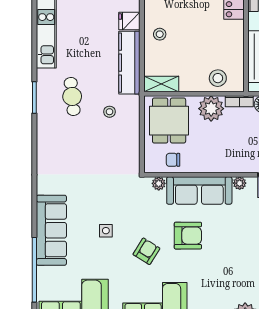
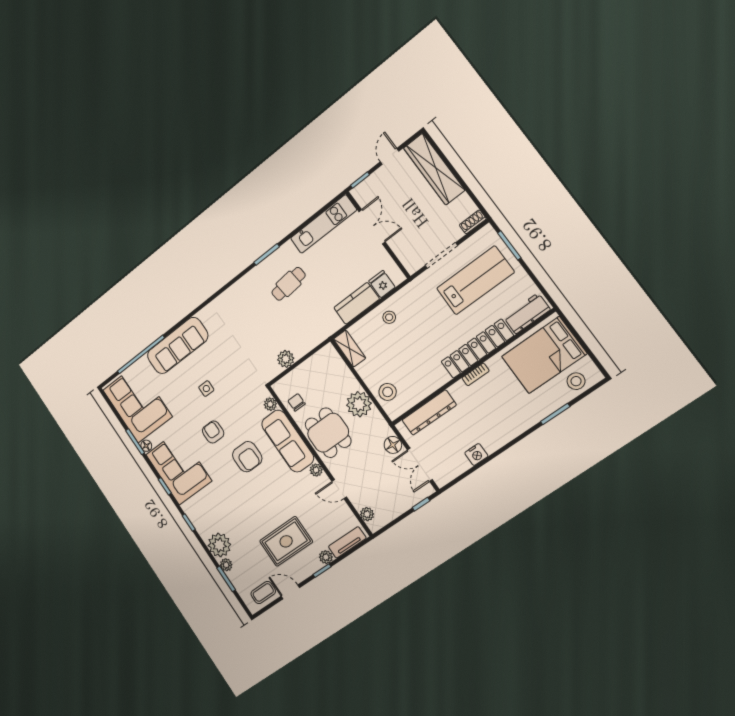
kitchen counter: (129, 63) -> (357, 303), width x0.67
bookcase: (239, 101) -> (381, 423), removed
stool: (110, 112) -> (298, 323), removed
dining table: (169, 121) -> (328, 433), moved, turned 90
plant: (131, 143) -> (286, 359), added
armchair: (146, 251) -> (213, 432), turned -122

